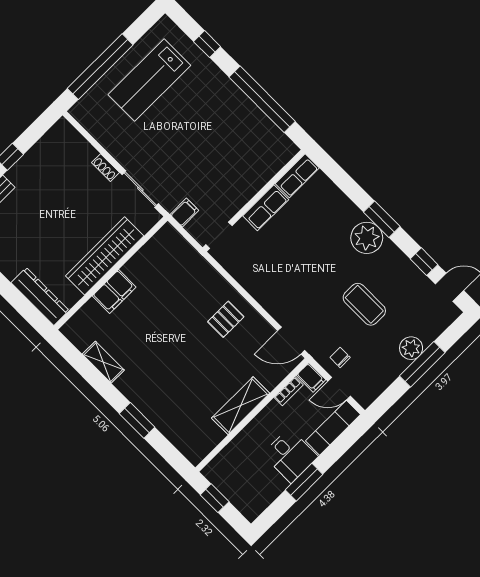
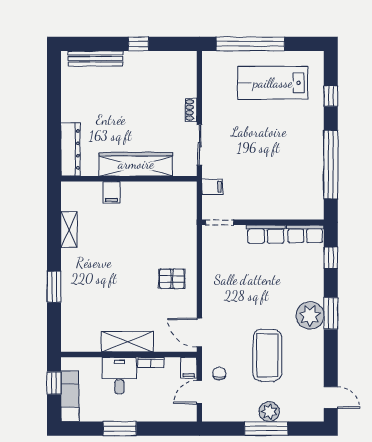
window: (424, 262) -> (331, 258), moved
filing cabinet: (114, 291) -> (111, 192), width x0.50
coffee table: (364, 304) -> (267, 355), width x1.36, depth x1.32
door: (339, 389) -> (199, 392), hinge flipped
bookcase: (289, 391) -> (151, 362), moved
exam couch: (333, 428) -> (70, 396), moved, turned 90
desk: (290, 455) -> (119, 375), moved, turned 180

